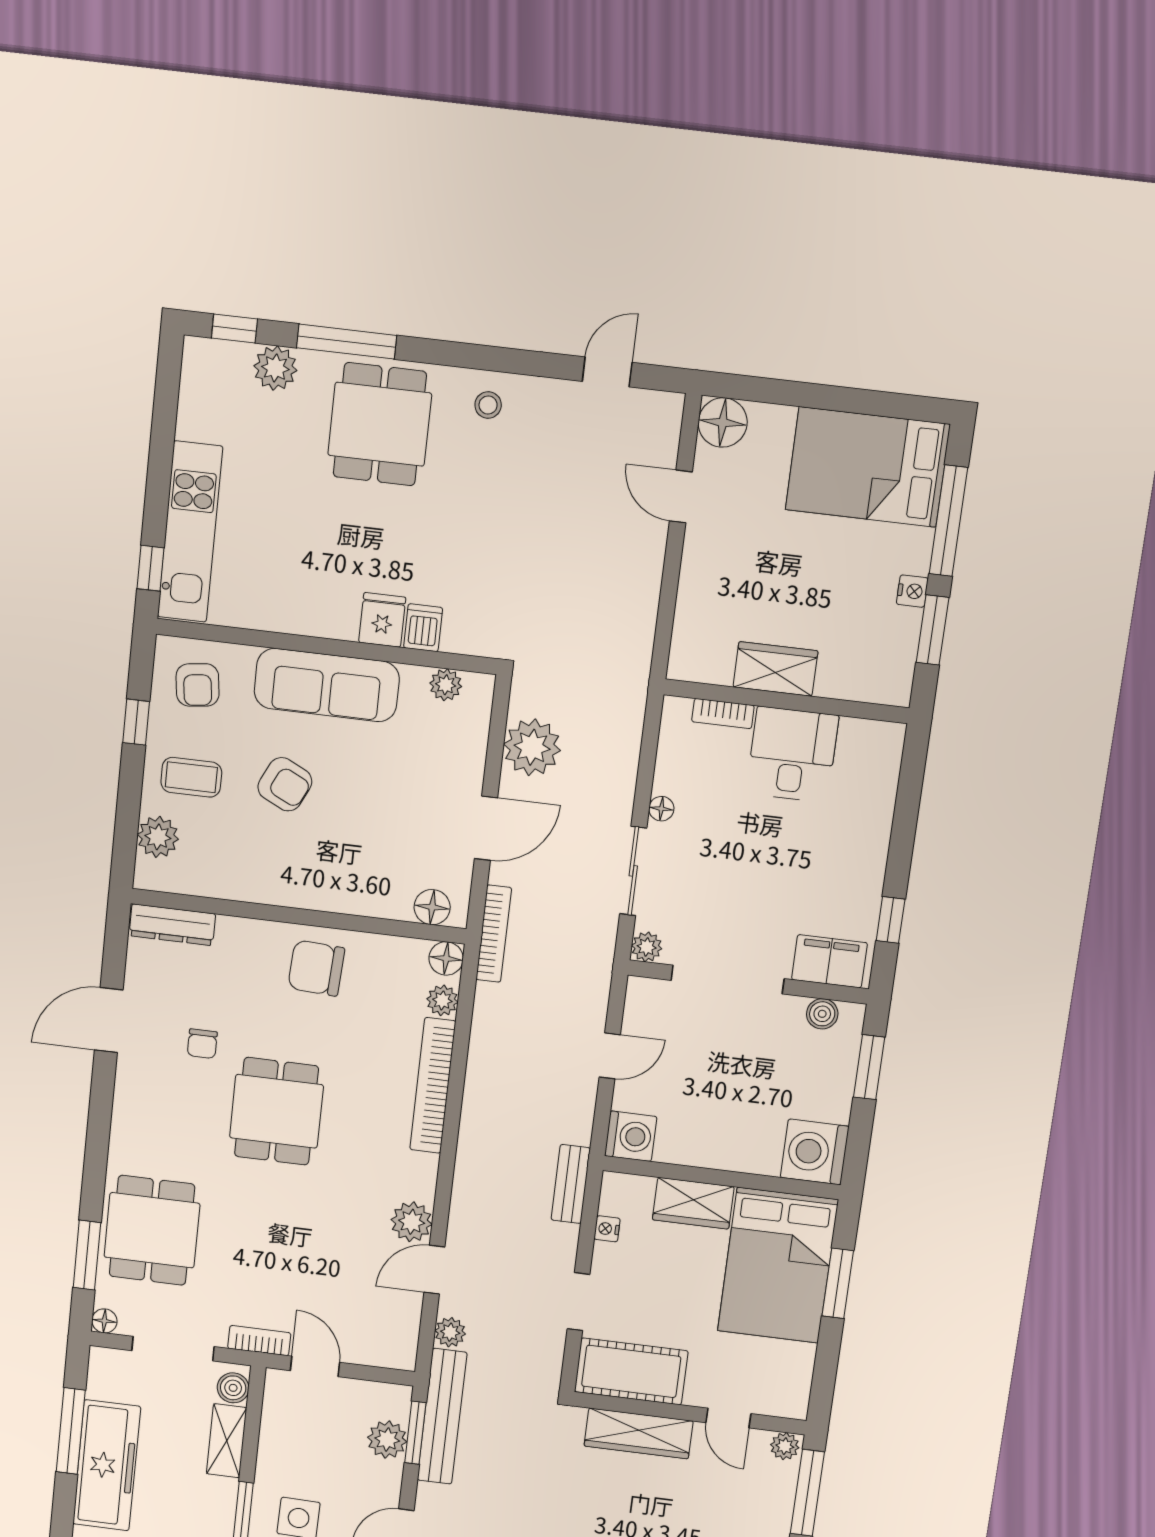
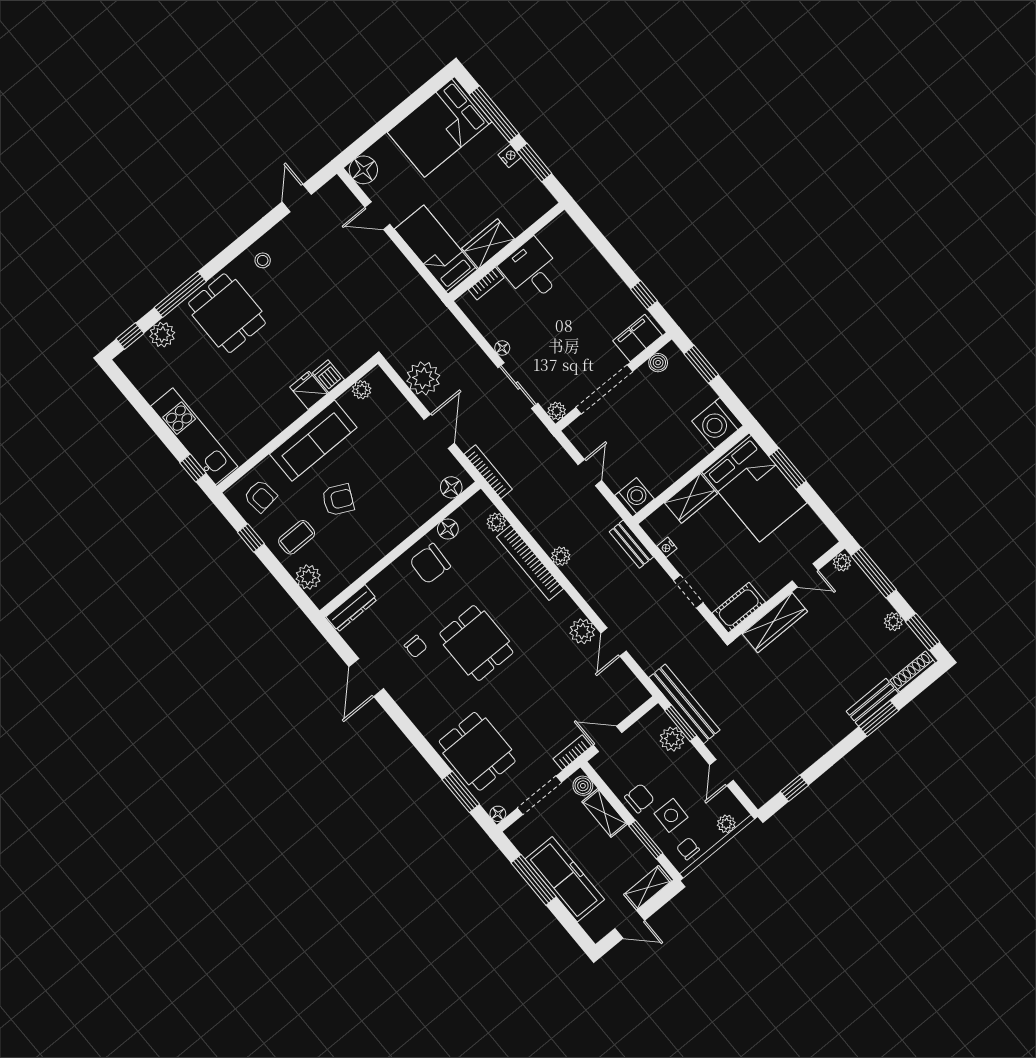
bed: (707, 611) -> (436, 249), added
floor lamp: (446, 959) -> (448, 529), moved
plant: (450, 1332) -> (561, 556), moved
cot: (631, 1371) -> (739, 608), width x0.73, depth x0.75
chair: (283, 1465) -> (639, 798), added

